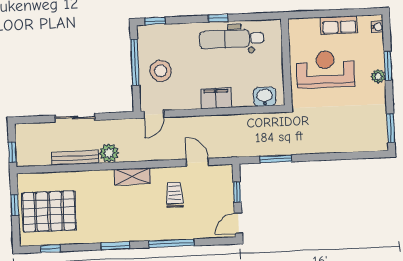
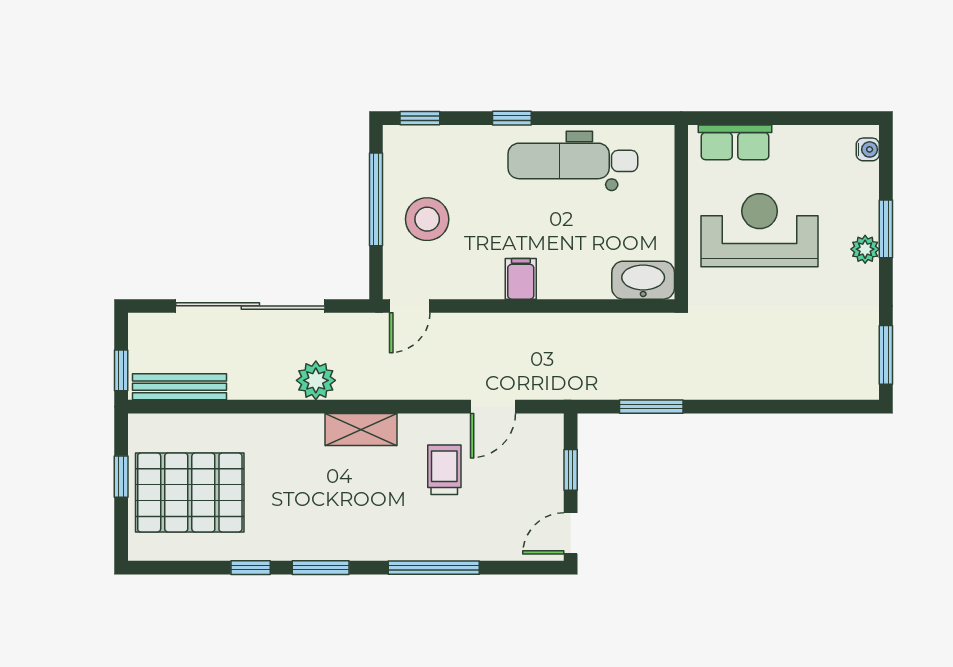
window: (218, 18) -> (512, 118), moved
row of seats: (339, 25) -> (735, 142), moved
washbasin: (265, 97) -> (643, 280), width x1.38
filing cabinet: (216, 98) -> (521, 279), width x0.50
sliding door: (75, 118) -> (250, 306), width x1.86
bench: (75, 158) -> (179, 387), moved
door: (197, 162) -> (493, 407), swing flipped
window: (50, 249) -> (251, 568), moved

